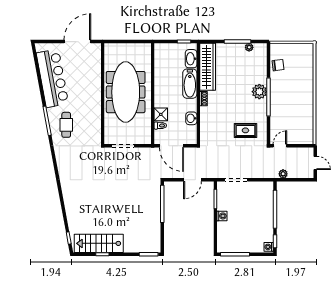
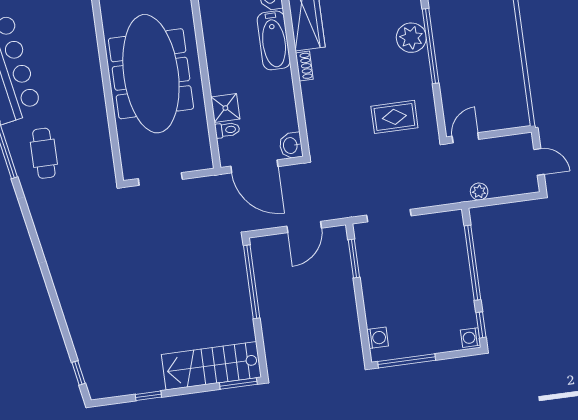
washbasin: (191, 118) -> (291, 145), moved
washing machine: (222, 216) -> (378, 338), moved
stairs: (99, 243) -> (211, 366), moved

